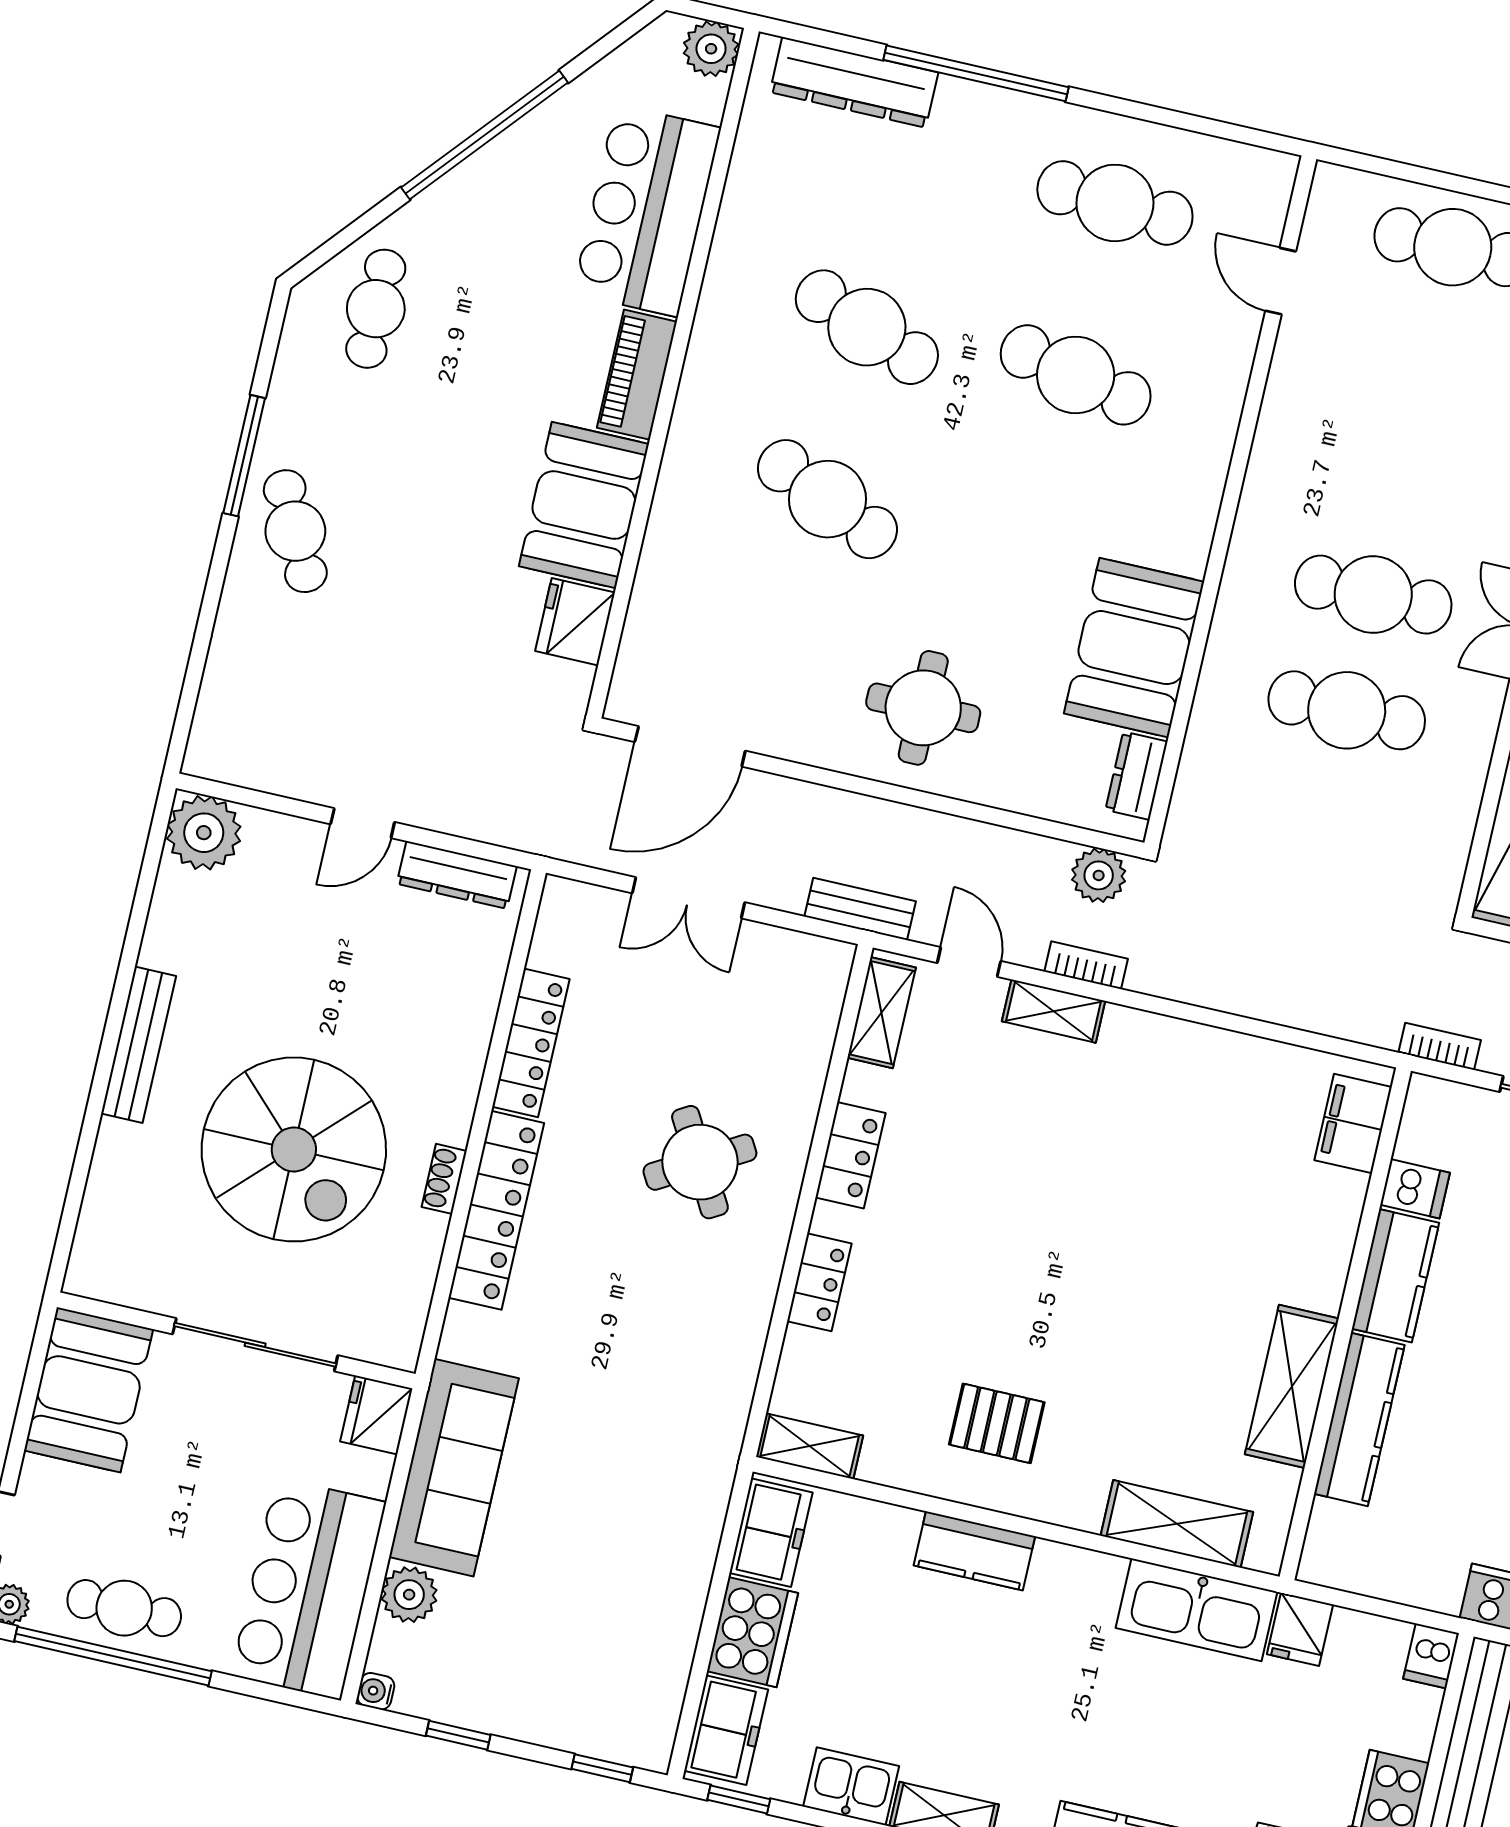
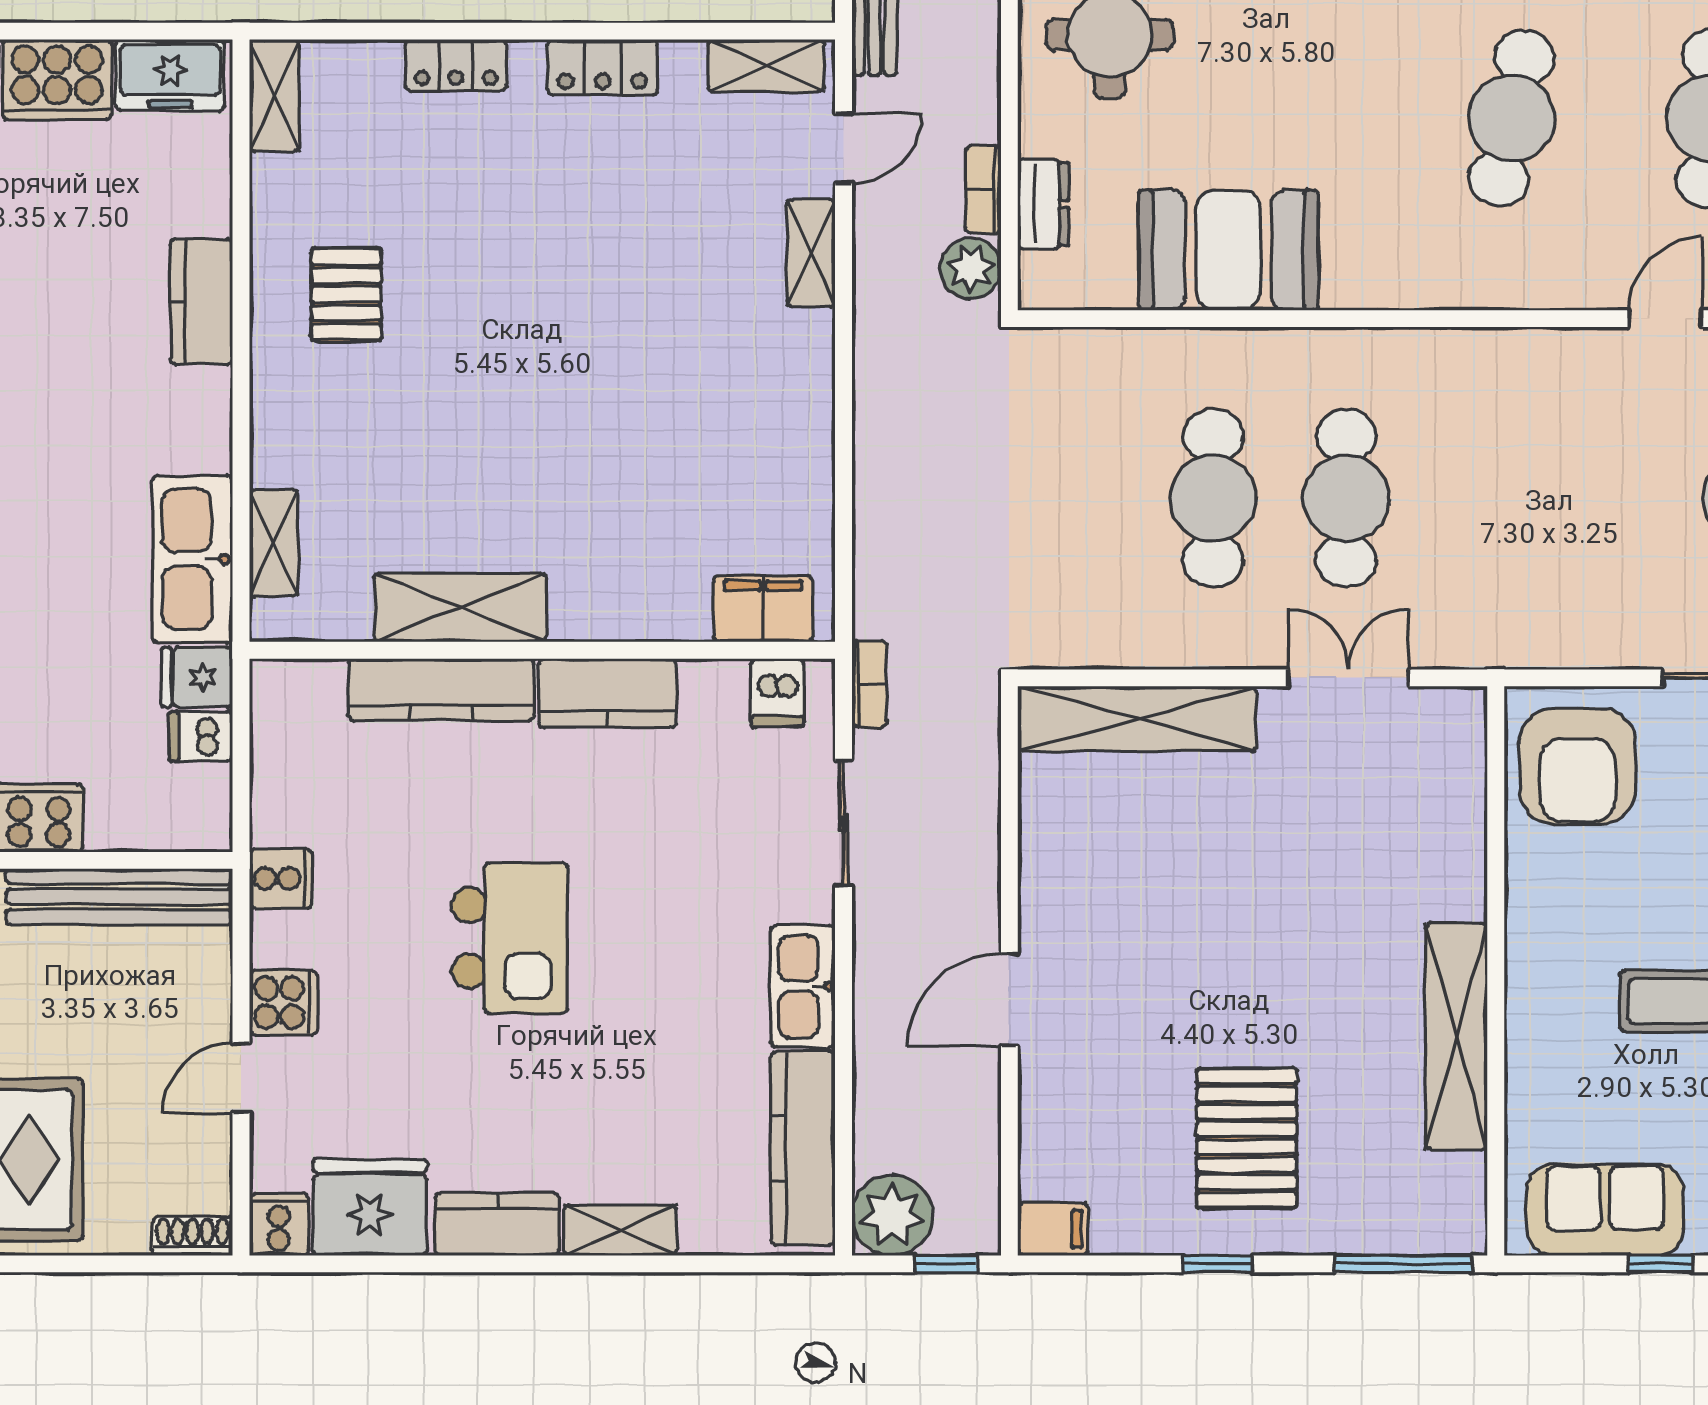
dresser: (1136, 776) -> (1043, 204), moved, turned 90
bookcase: (1086, 965) -> (983, 190), moved, turned 180
dishwasher: (1415, 1189) -> (777, 693), moved
shelving: (1177, 1524) -> (273, 543), width x0.67, depth x0.75
dishwasher: (1431, 1656) -> (201, 736), moved

